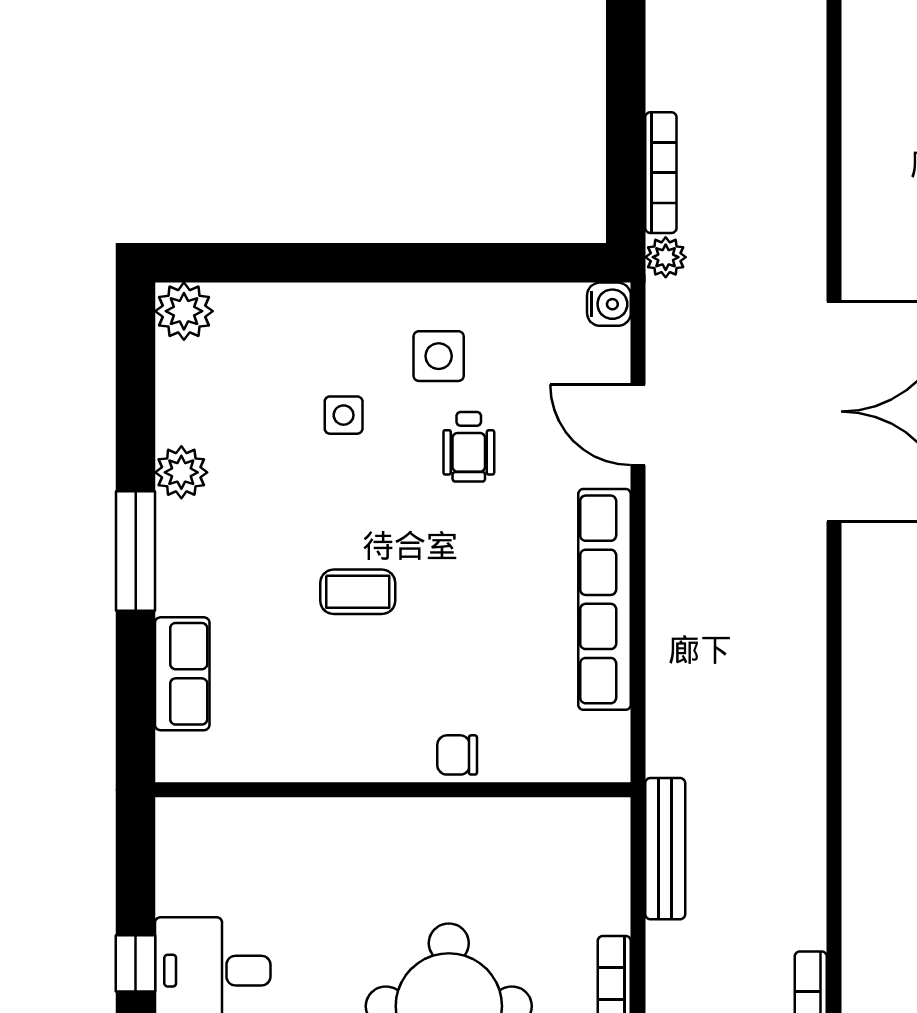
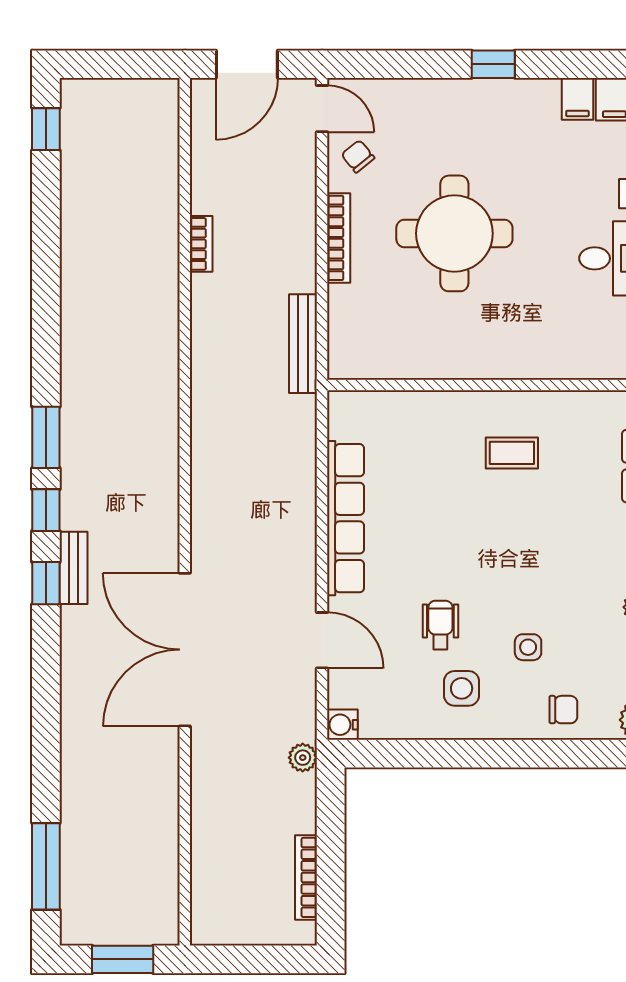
bookcase: (661, 173) -> (306, 877), moved
coffee table: (358, 592) -> (512, 453), moved
chair: (457, 755) -> (563, 710), moved

